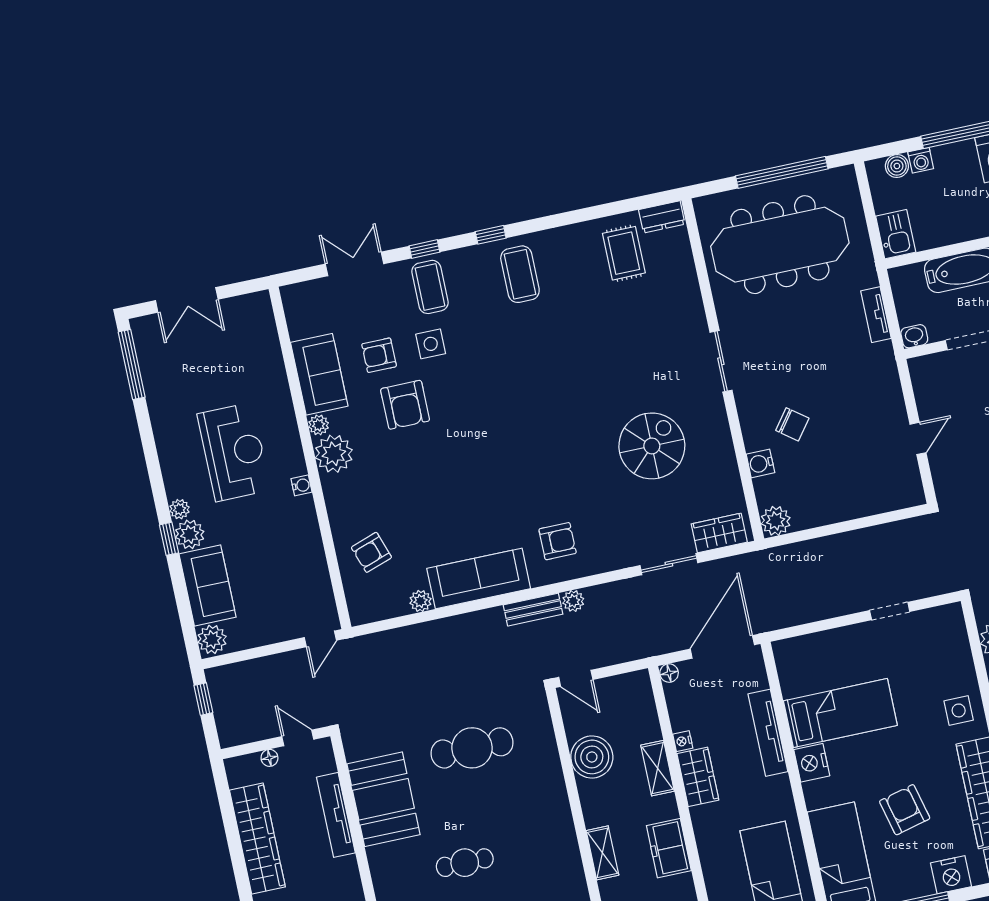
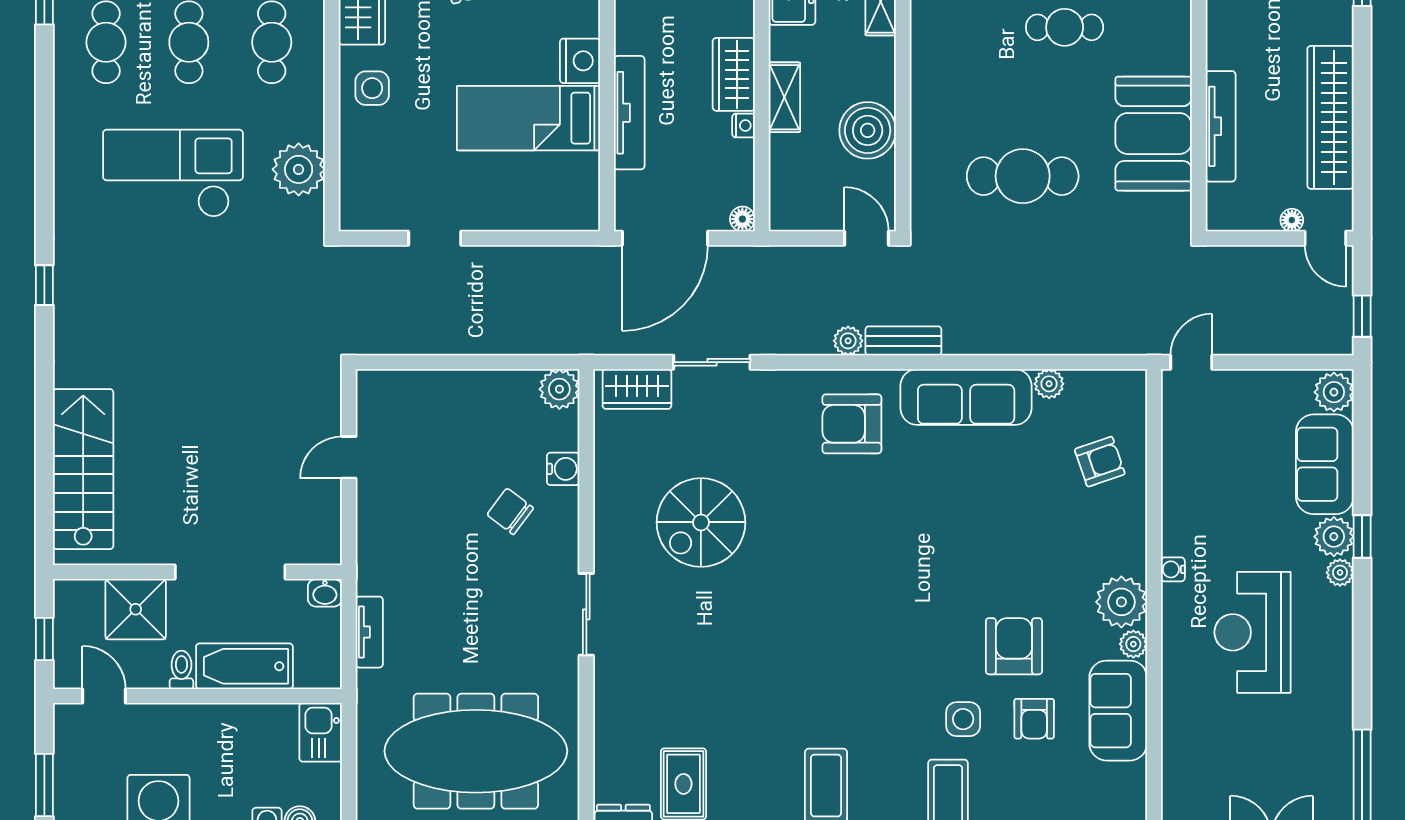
armchair: (379, 355) -> (1034, 719), turned 90
armchair: (558, 541) -> (852, 424), width x1.38, depth x1.38
door: (298, 738) -> (1325, 238), moved

